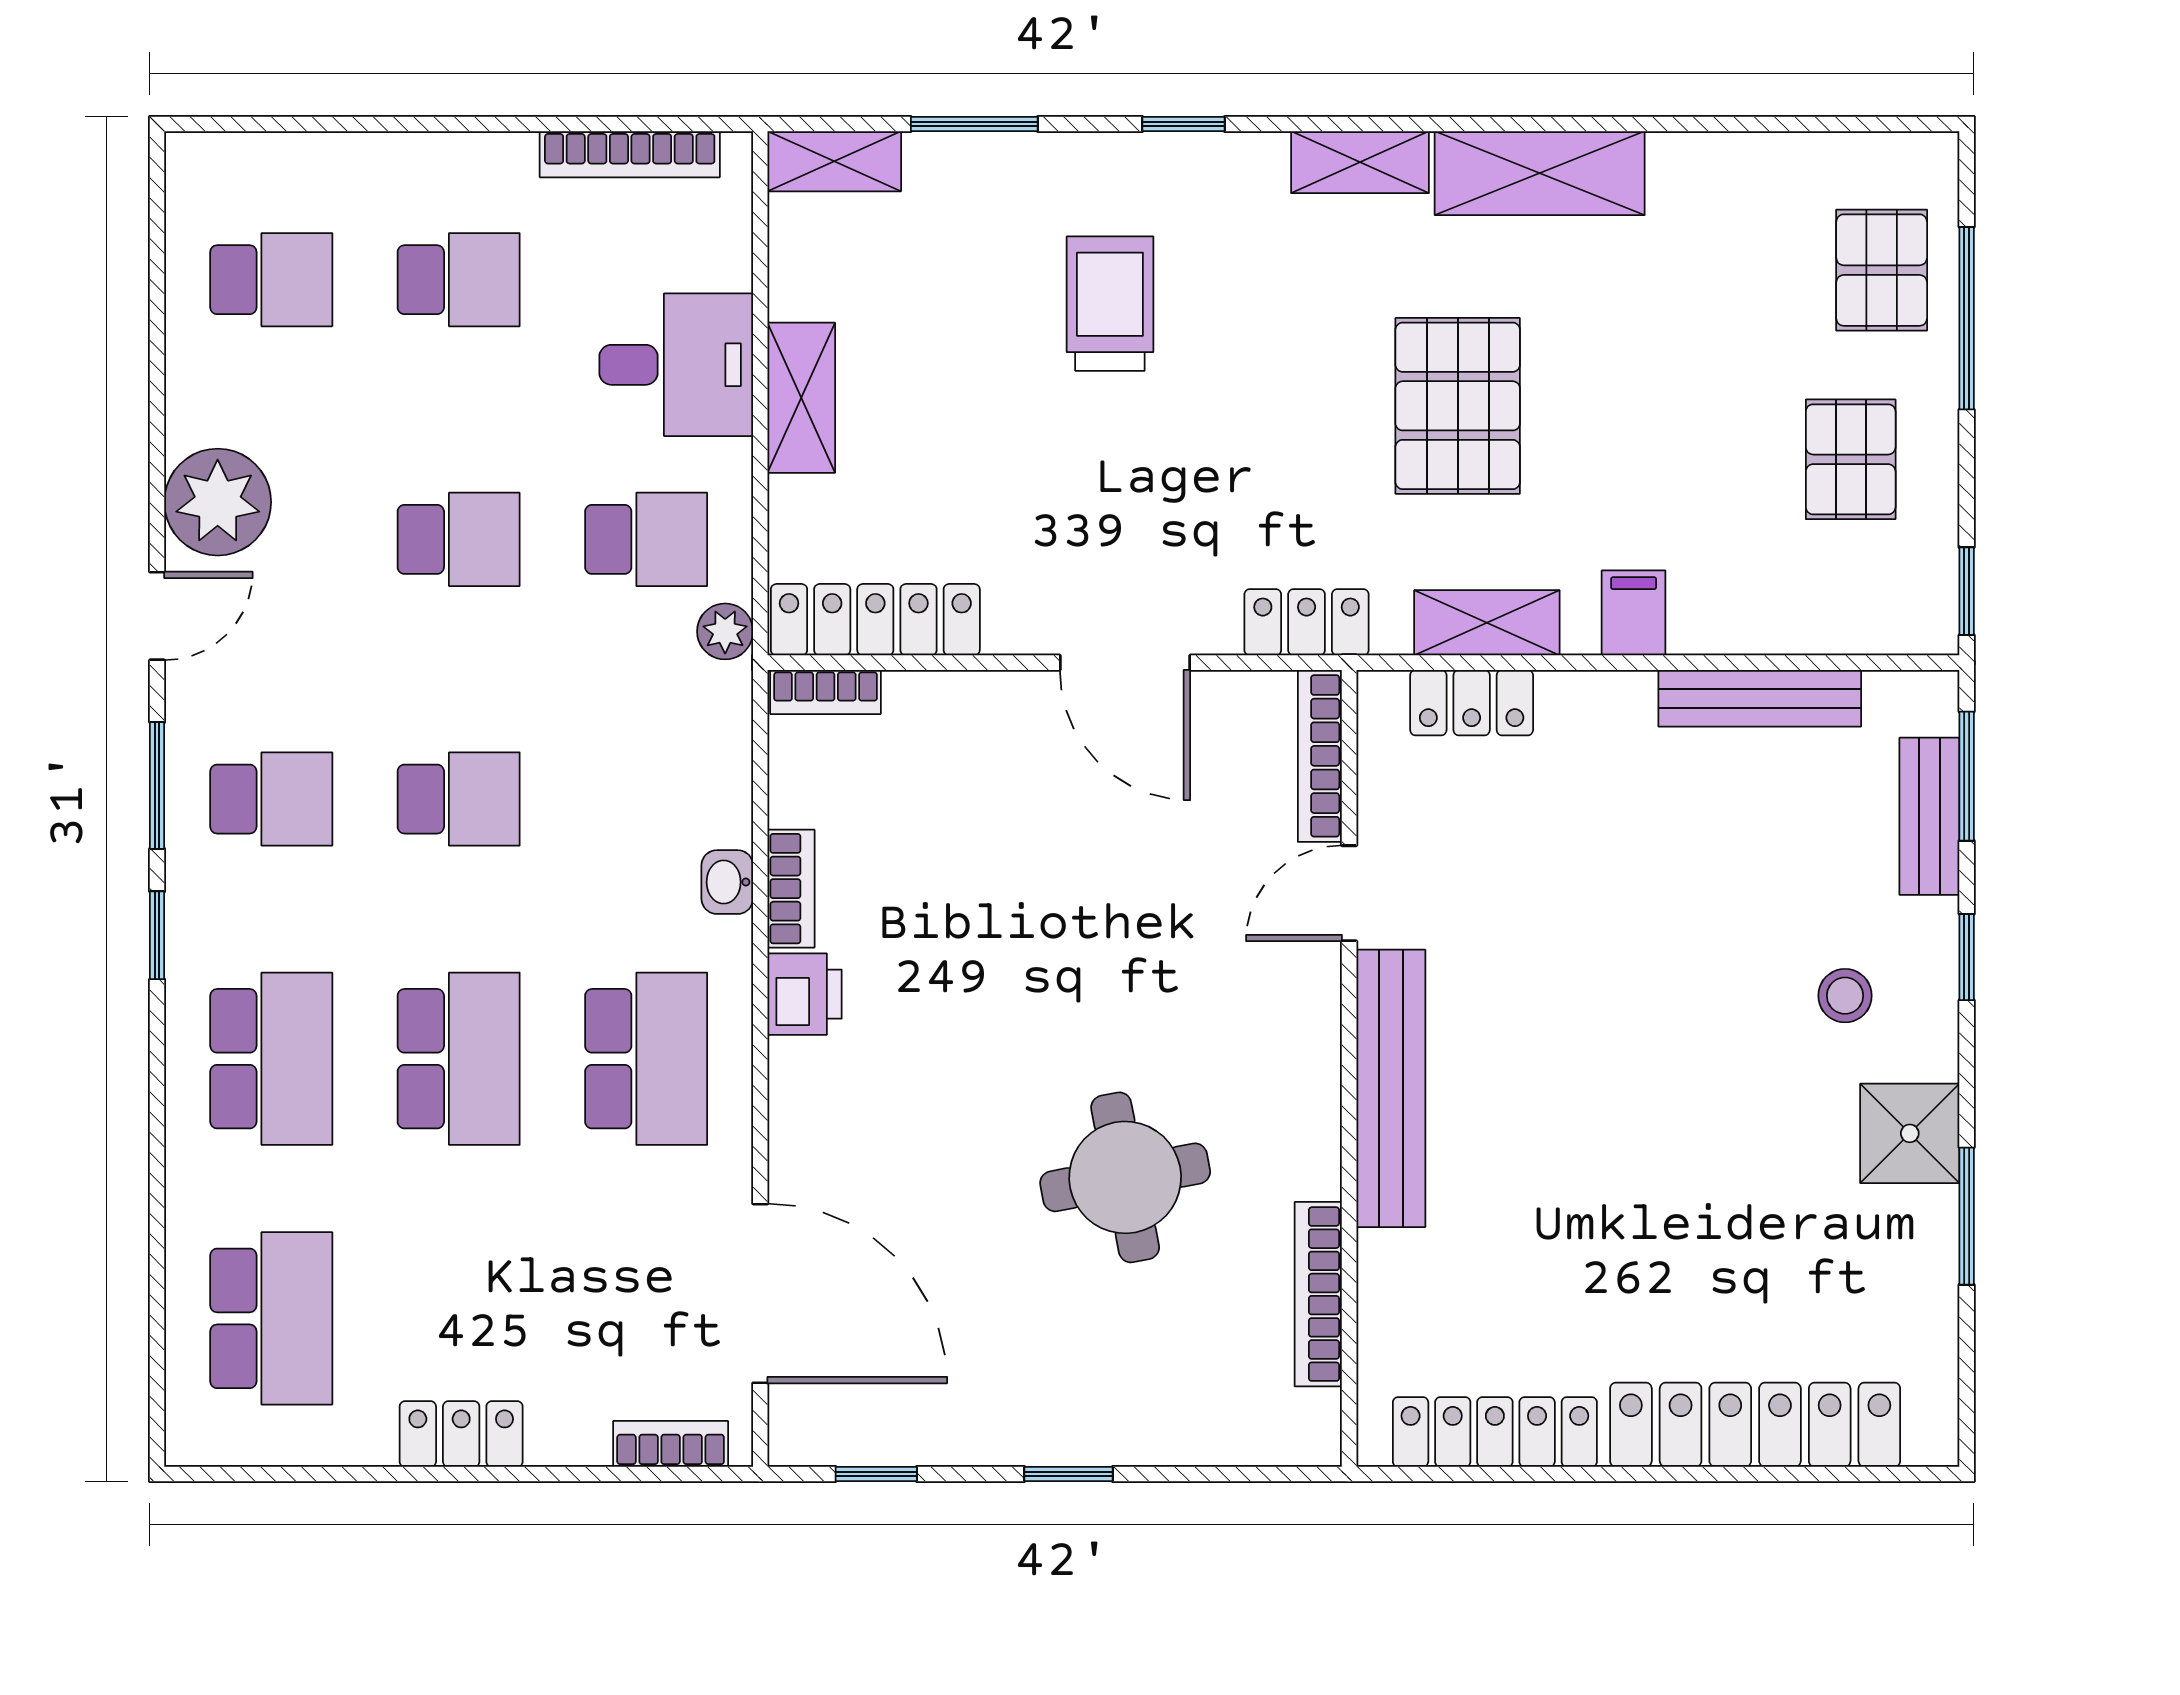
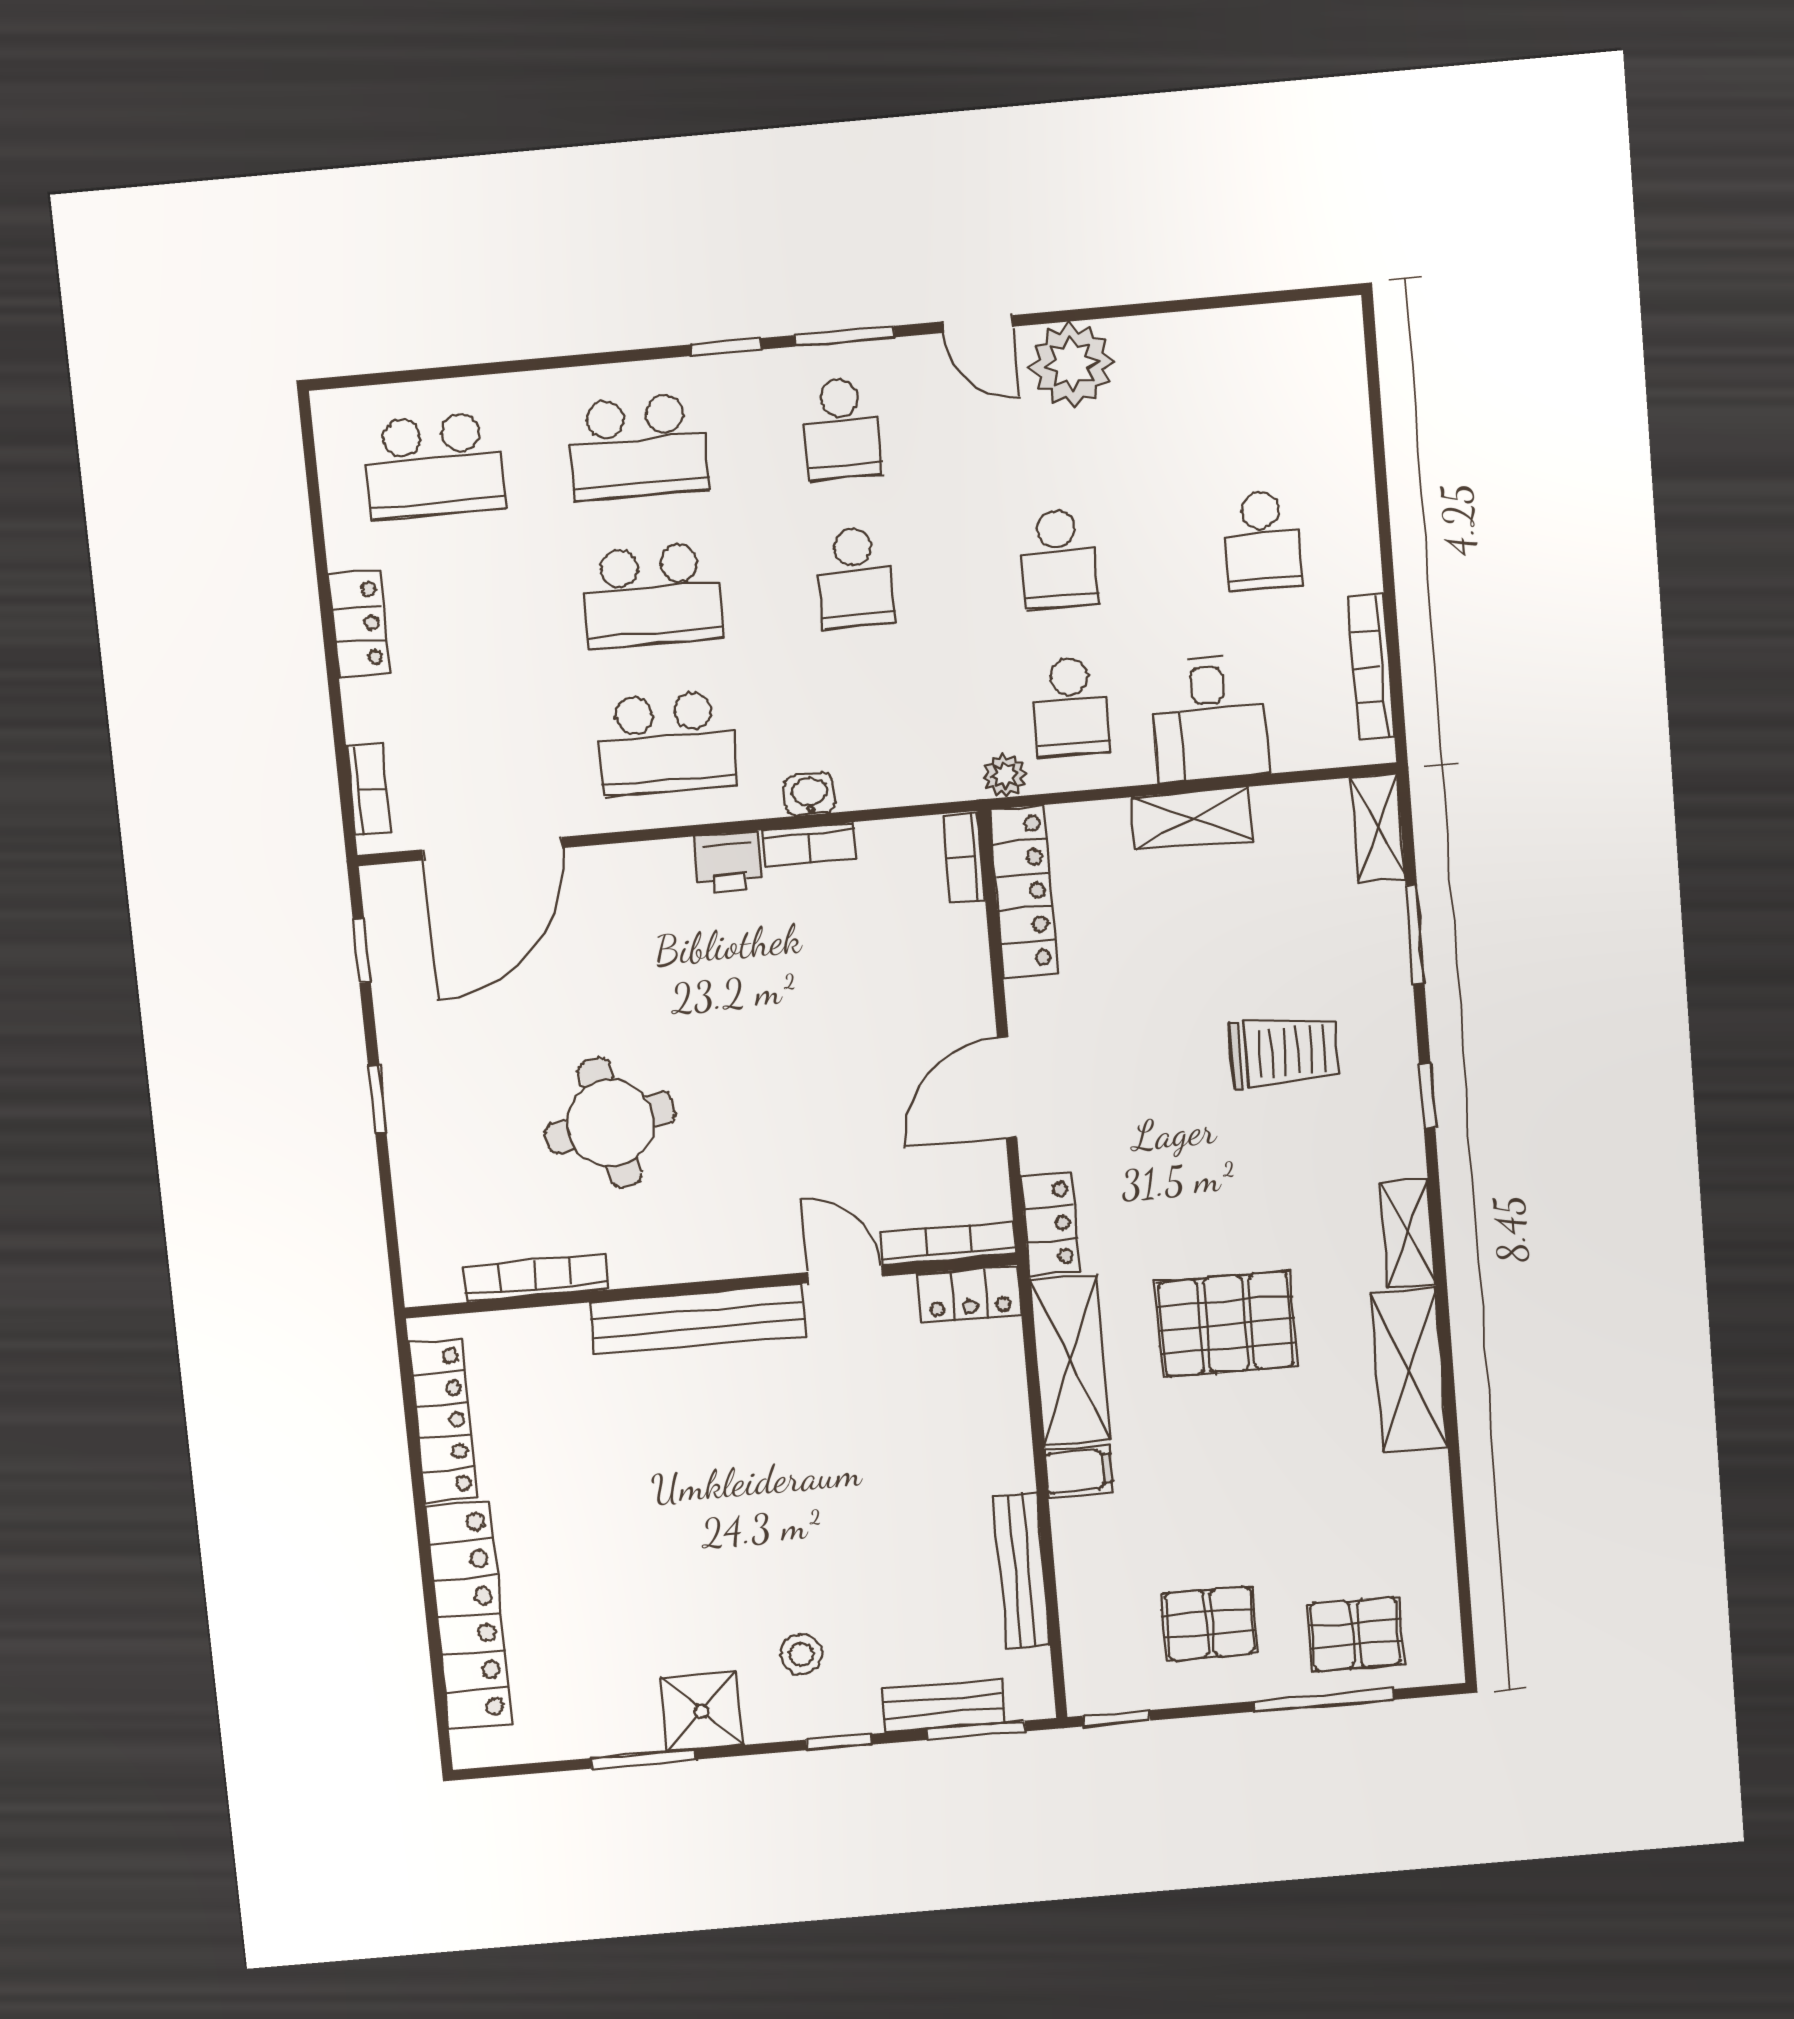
school desk: (271, 280) -> (1251, 391), removed
shelving: (1487, 623) -> (1070, 1360), width x1.50, depth x1.33
locker: (1472, 703) -> (969, 1294), moved, turned -90

